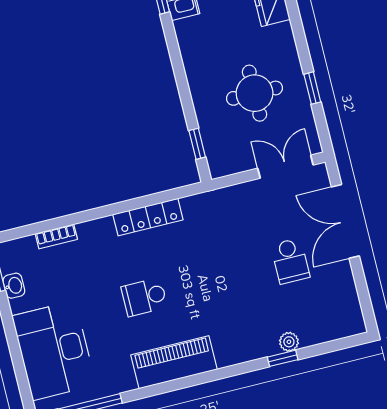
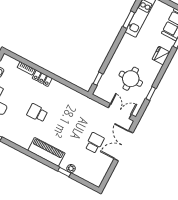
locker: (148, 217) -> (42, 78), moved, width x0.66
school desk: (290, 261) -> (95, 143), turned 180
piano: (174, 362) -> (46, 152), moved

